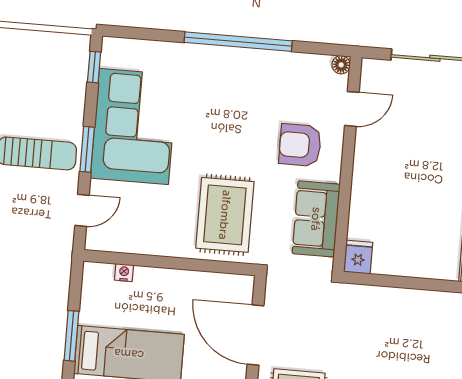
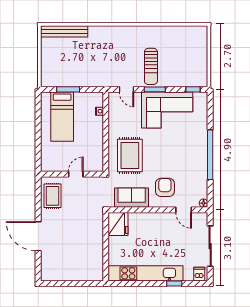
rug: (225, 215) -> (130, 155), turned 90
fridge: (358, 257) -> (118, 224), width x1.88, depth x1.34
door: (256, 335) -> (76, 174), width x0.53

